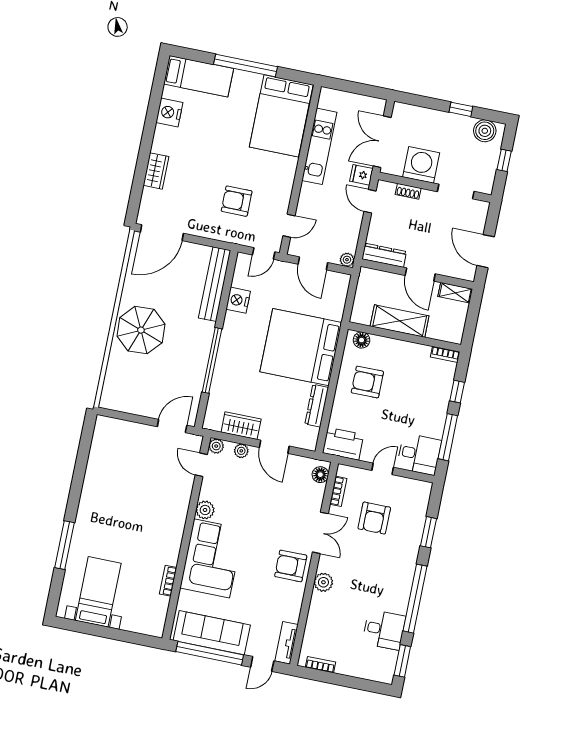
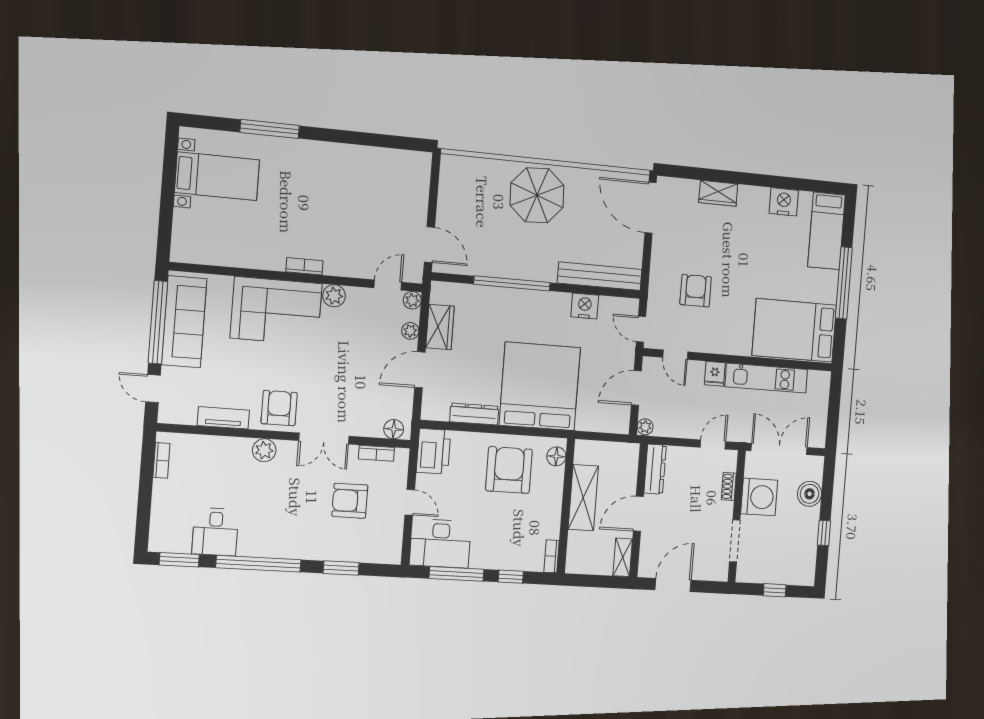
boiler: (485, 131) -> (810, 494), moved
fridge: (361, 175) -> (715, 374), moved, turned 180
armchair: (367, 382) -> (509, 470), width x1.36, depth x1.36
desk: (419, 454) -> (440, 543), width x1.37
bookcase: (168, 581) -> (304, 266), moved
tv unit: (286, 643) -> (223, 418), moved

